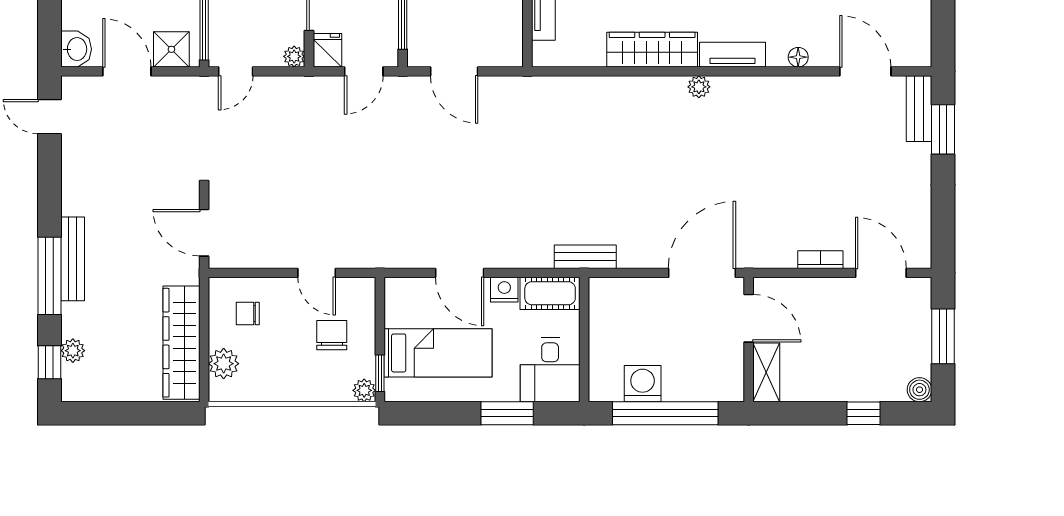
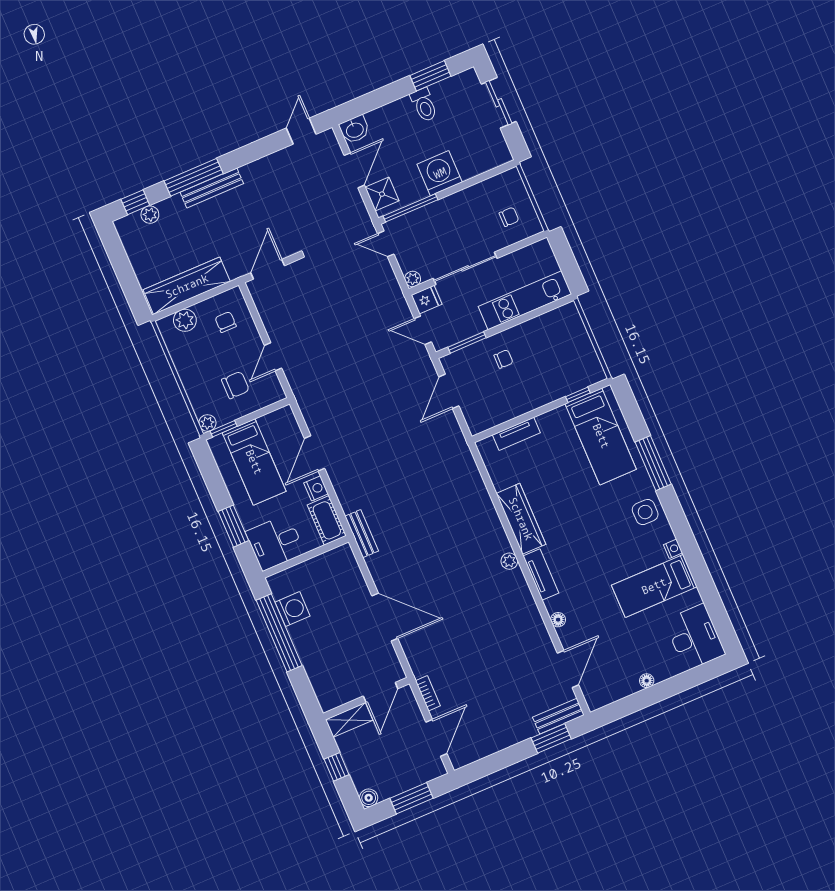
door: (749, 318) -> (381, 692), moved
wall: (749, 339) -> (366, 699), moved
shelving: (766, 372) -> (349, 720), moved

